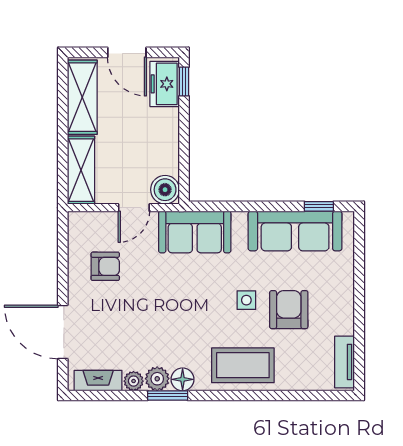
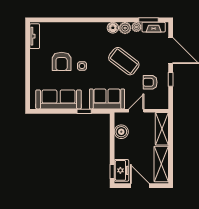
boiler: (165, 190) -> (121, 132), moved
window: (319, 206) -> (84, 111), moved
window: (63, 272) -> (171, 79), added
coffee table: (243, 365) -> (124, 61), moved, turned 37
window: (168, 395) -> (149, 20), moved

